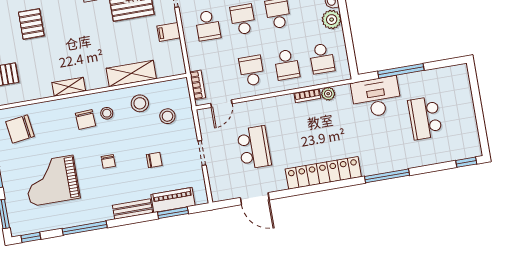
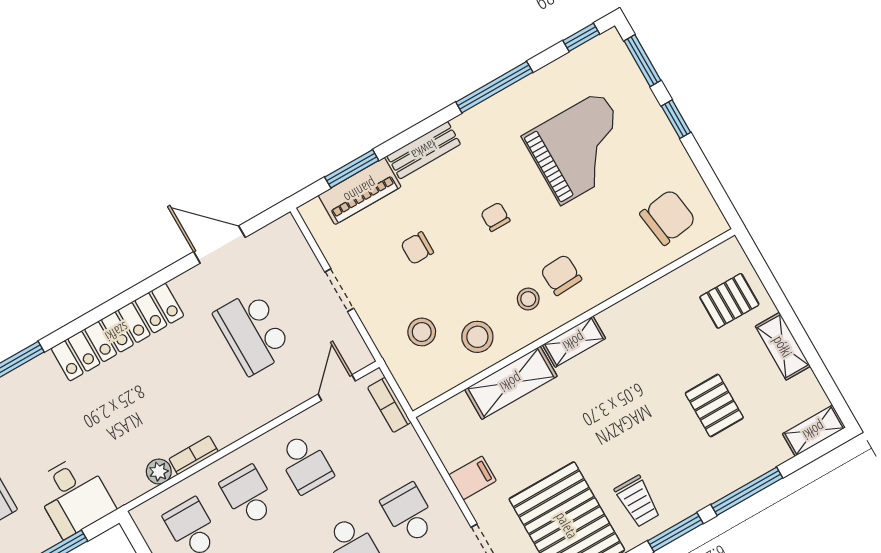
shelving: (69, 87) -> (574, 342), moved
desk: (376, 97) -> (74, 496), width x0.73

